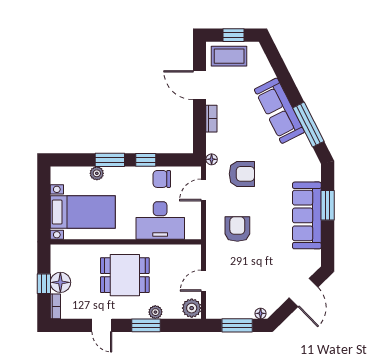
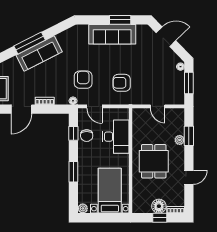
window: (308, 125) -> (30, 43), moved
window: (146, 160) -> (73, 133), moved
plant: (97, 173) -> (83, 208), moved
window: (328, 205) -> (120, 20), moved
plant: (192, 308) -> (177, 115), removed
window: (146, 325) -> (189, 136), moved

